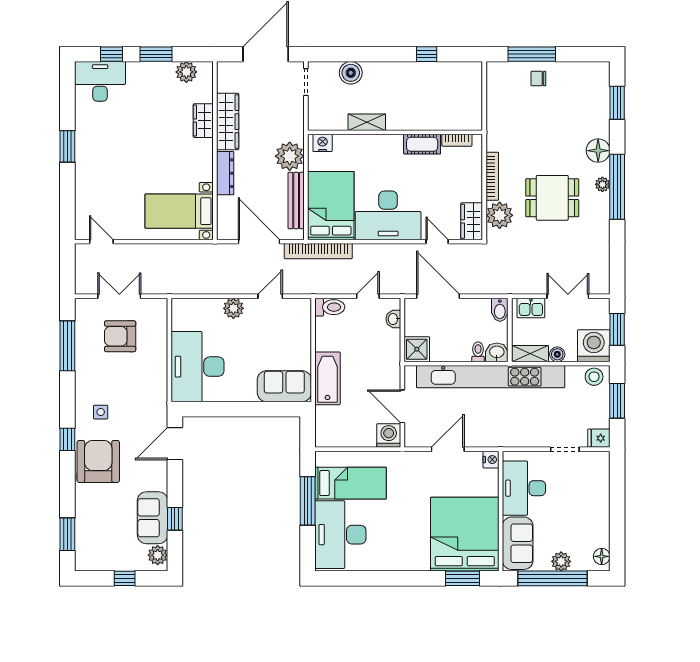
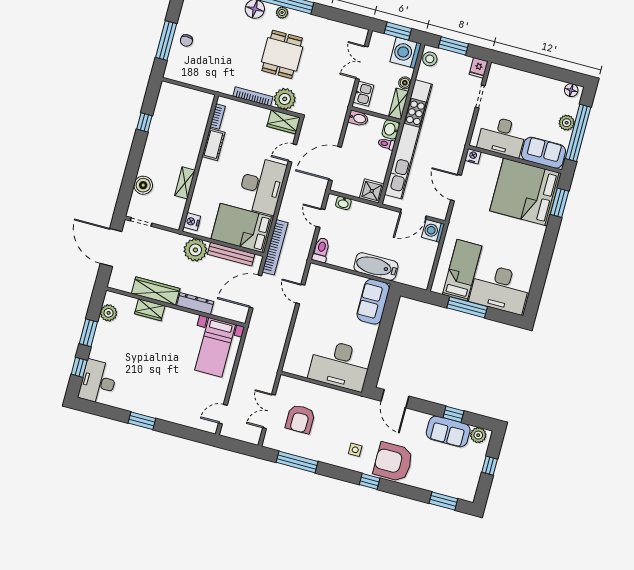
plant: (233, 308) -> (302, 325), removed

